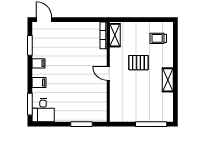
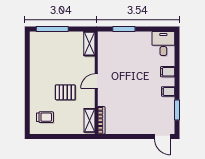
door: (108, 73) -> (96, 81), swing flipped
shelving: (168, 80) -> (89, 44), moved
window: (30, 104) -> (177, 50), removed

